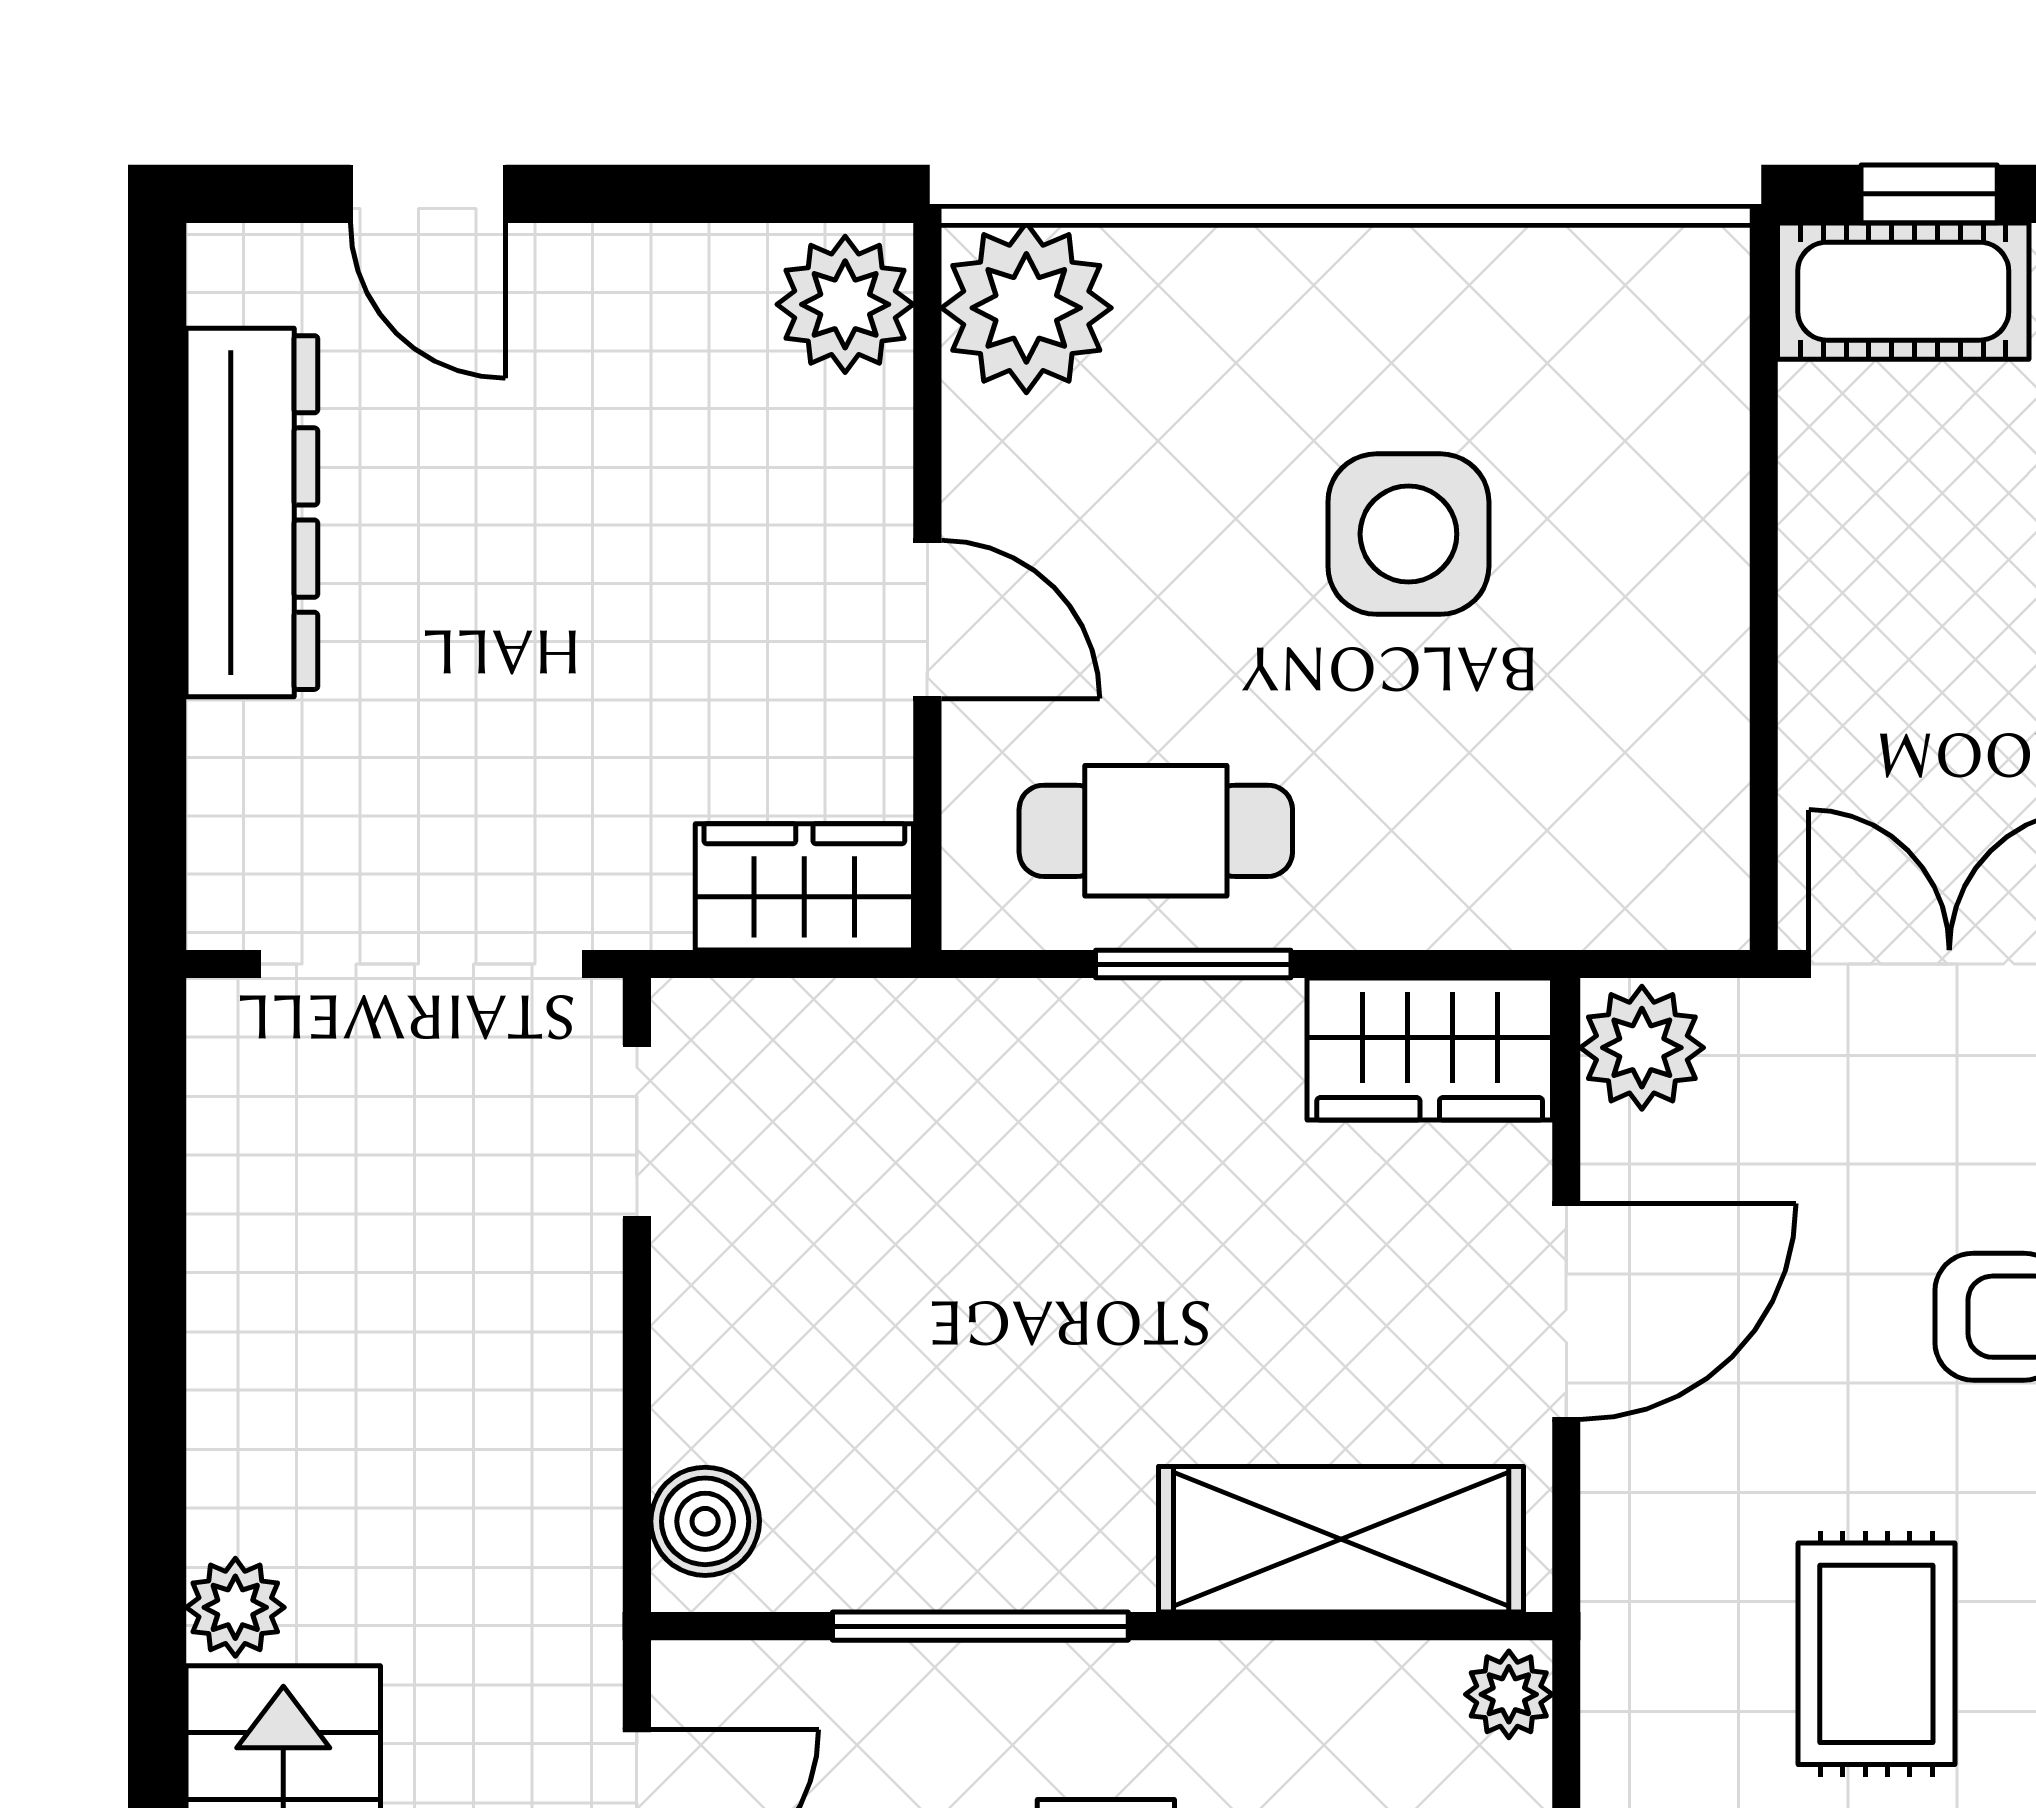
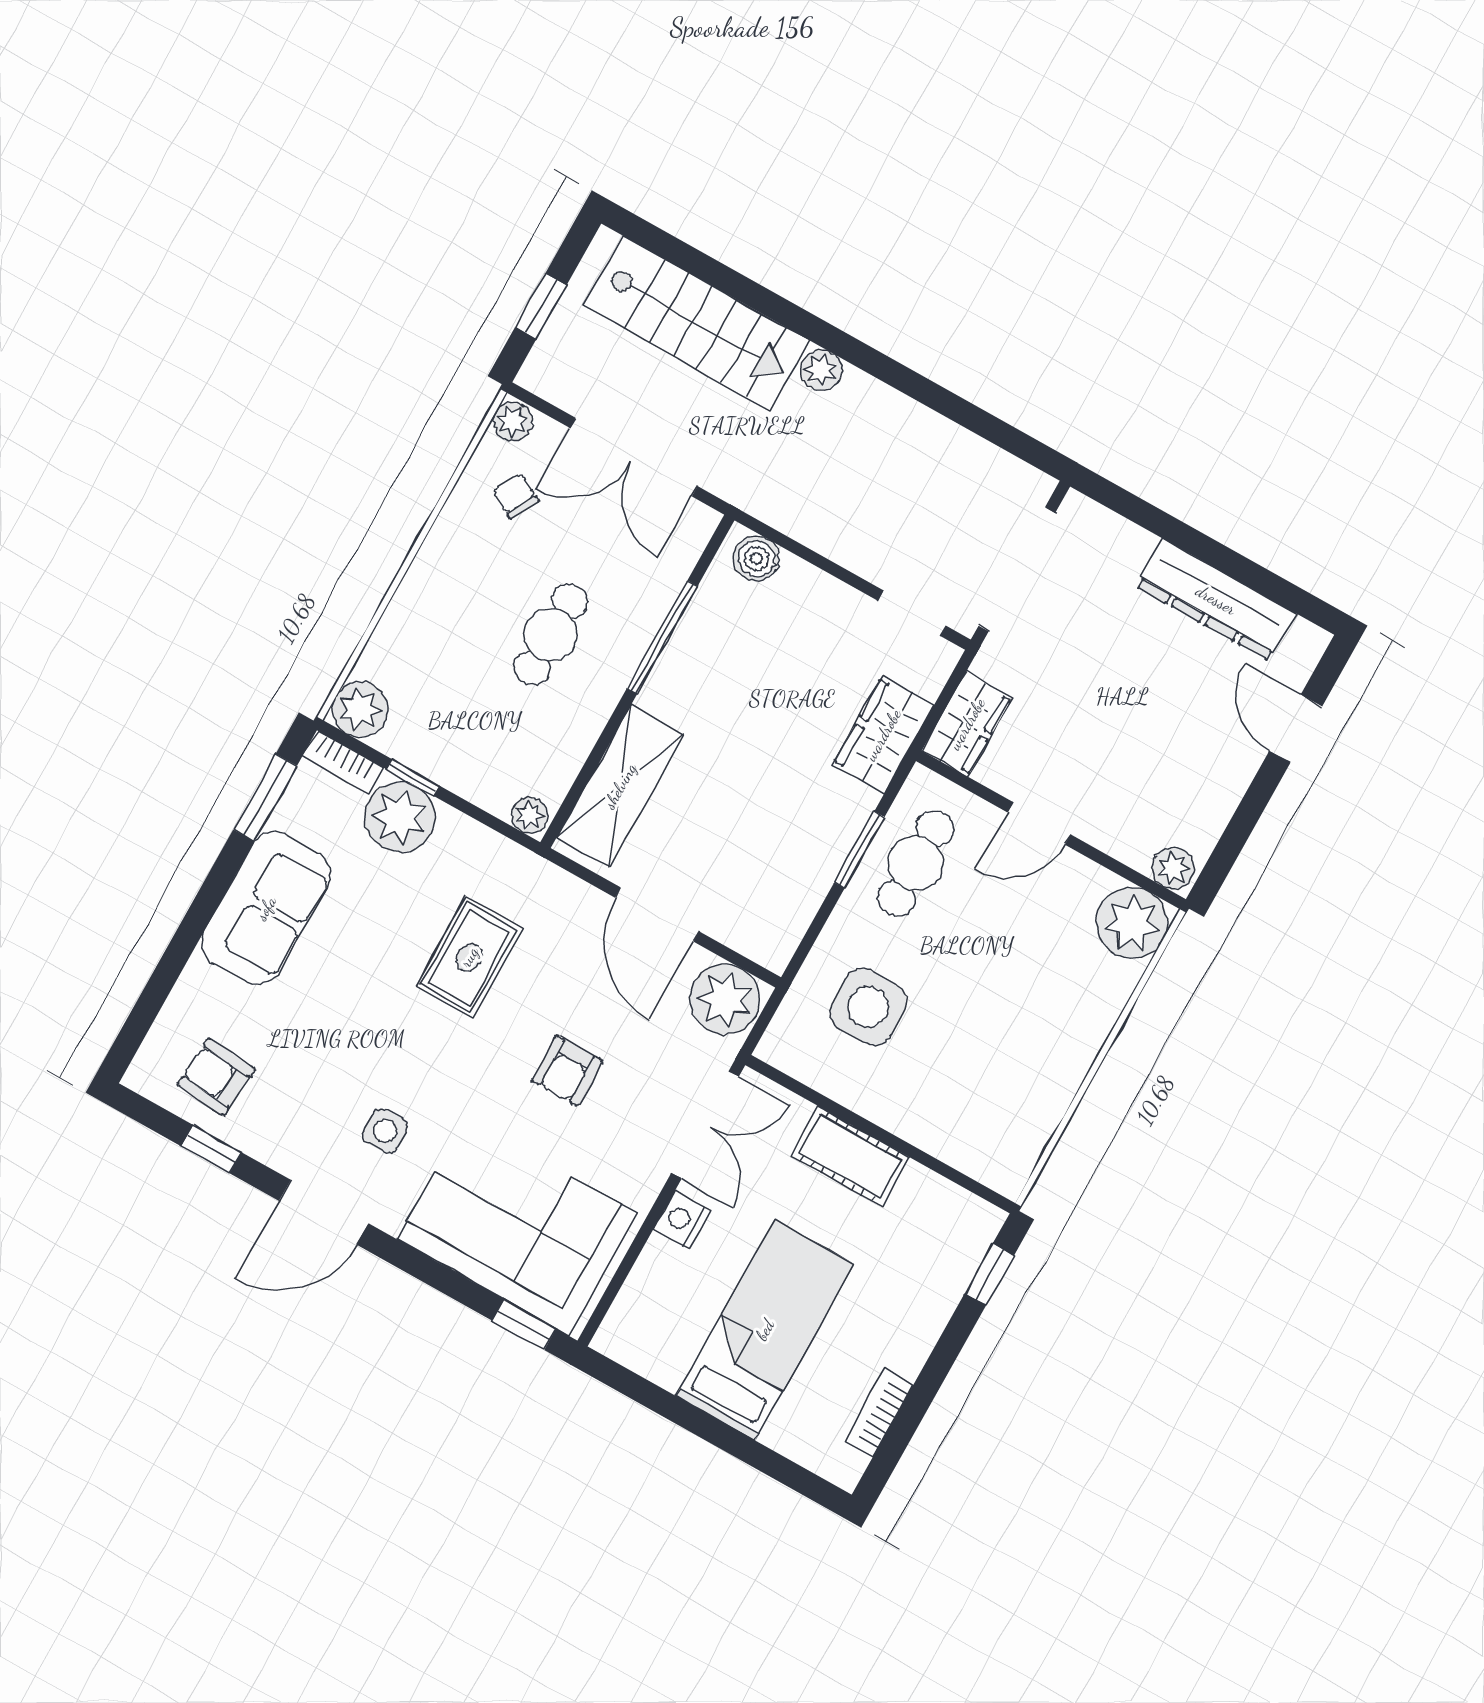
door: (428, 194) -> (1296, 729), hinge flipped
cot: (1903, 291) -> (850, 1157), moved, turned 90
plant: (845, 304) -> (1173, 868), width x0.73, depth x0.73
side table: (1408, 534) -> (868, 1007), moved
plant: (1642, 1048) -> (725, 999), width x1.36, depth x1.36
wardrobe: (1430, 1049) -> (883, 735), moved
rug: (1876, 1654) -> (469, 957), turned 90

